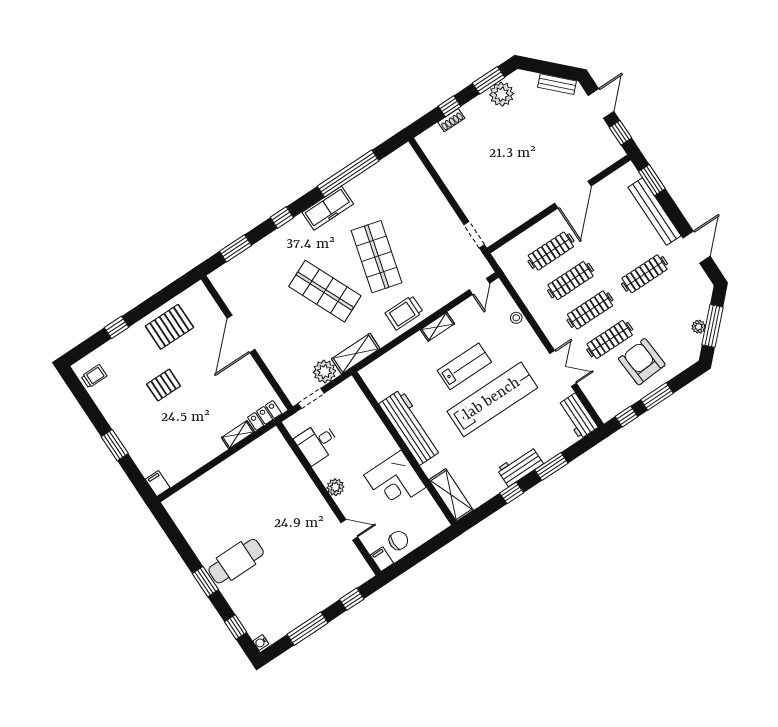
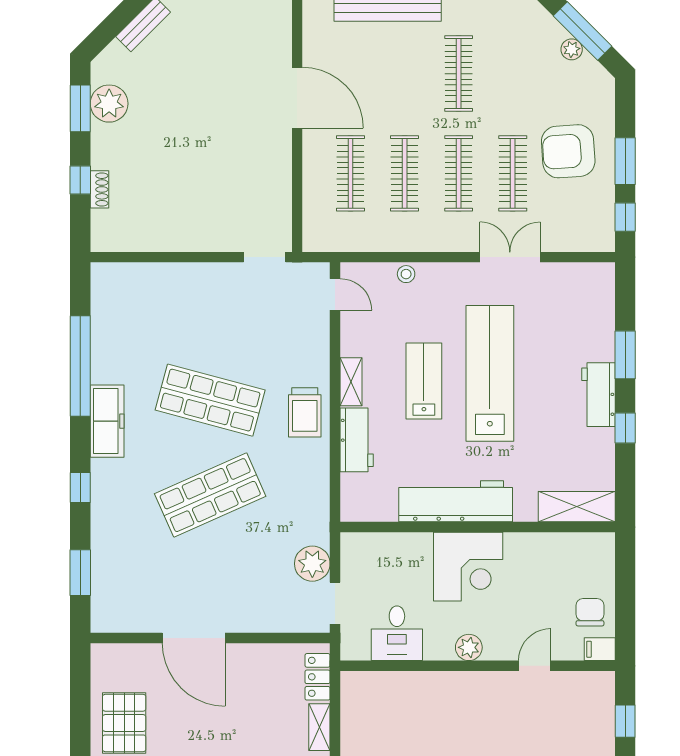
shelving: (356, 354) -> (316, 509), removed
workbench: (578, 416) -> (357, 440), moved, turned -90
corner desk: (395, 481) -> (468, 567), moved

